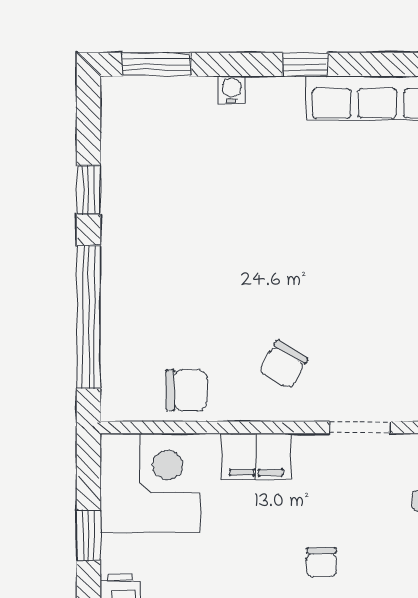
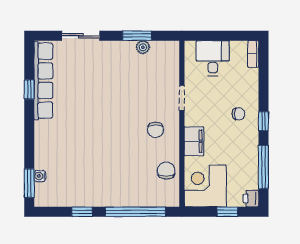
window: (305, 64) -> (29, 89), moved
water cooler: (232, 90) -> (40, 176), moved
chair: (283, 365) -> (155, 130), turned 59

